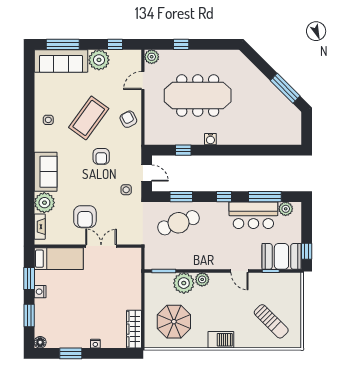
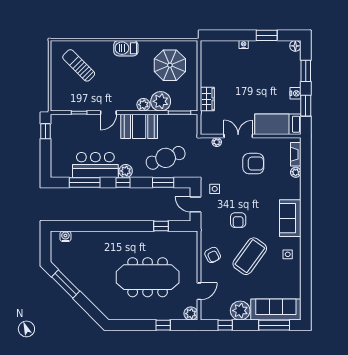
water cooler: (210, 139) -> (65, 236), moved
armchair: (101, 156) -> (238, 220), turned 180
sofa: (46, 172) -> (290, 218), moved
plant: (44, 203) -> (296, 172), width x0.53, depth x0.53
plant: (286, 209) -> (126, 171), moved
armchair: (85, 217) -> (253, 164), turned 90
plant: (124, 240) -> (217, 142), added
double door: (101, 246) -> (238, 136), swing flipped
booth: (281, 256) -> (139, 126), moved
door: (239, 271) -> (108, 113), swing flipped
wardrobe: (134, 329) -> (207, 99), moved, width x0.67

